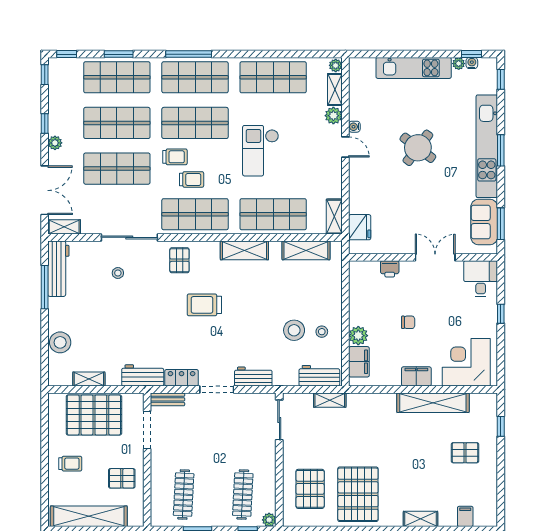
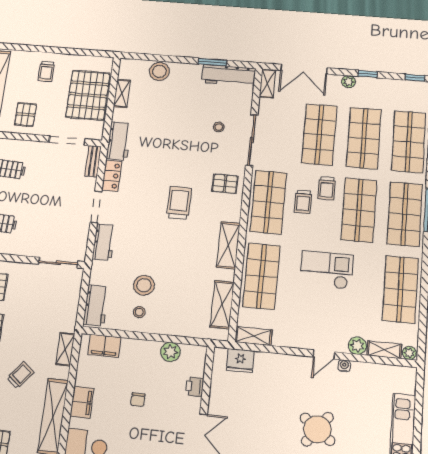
window: (45, 287) -> (213, 62), width x0.69
plant: (358, 336) -> (170, 352), moved
shelving: (330, 400) -> (65, 349), moved
trolley: (396, 441) -> (21, 375), added

